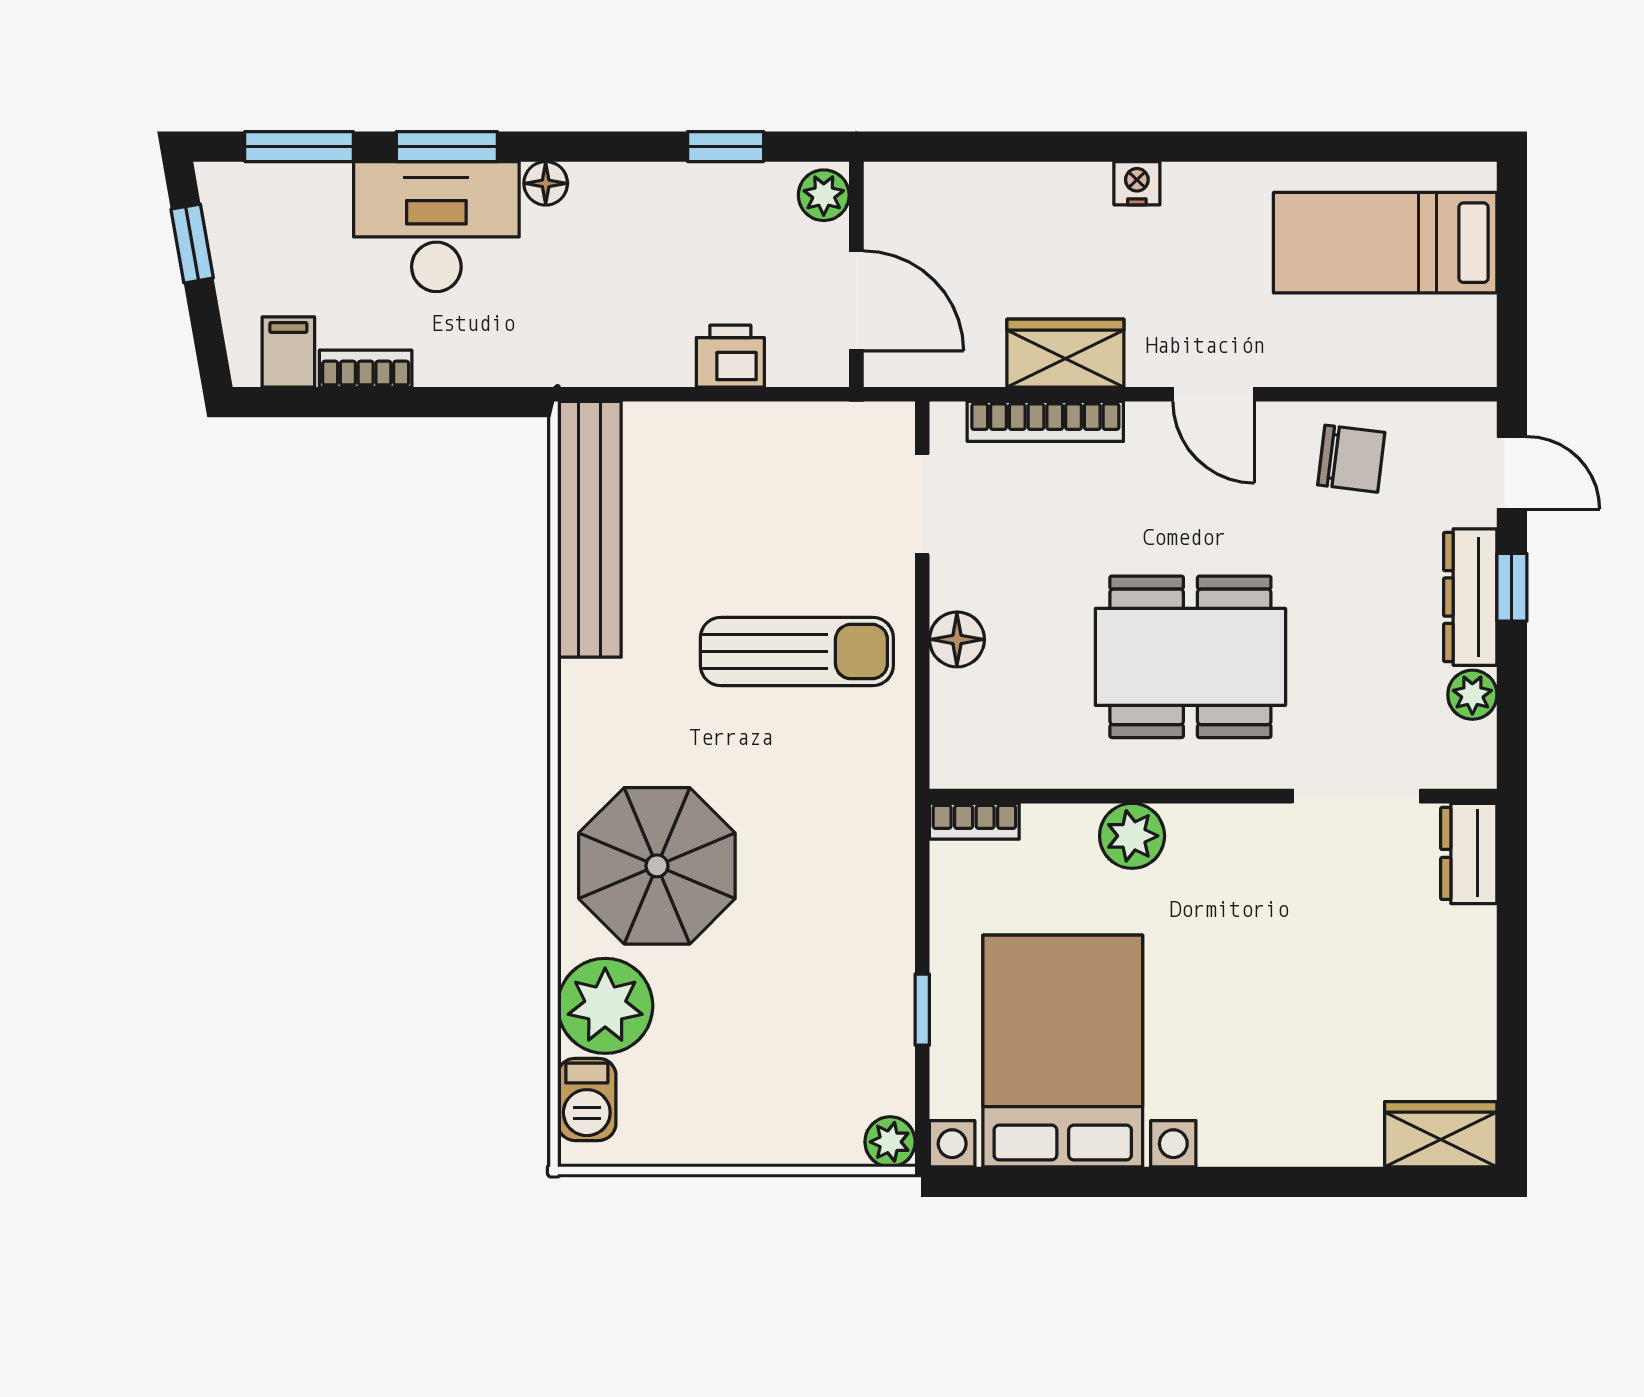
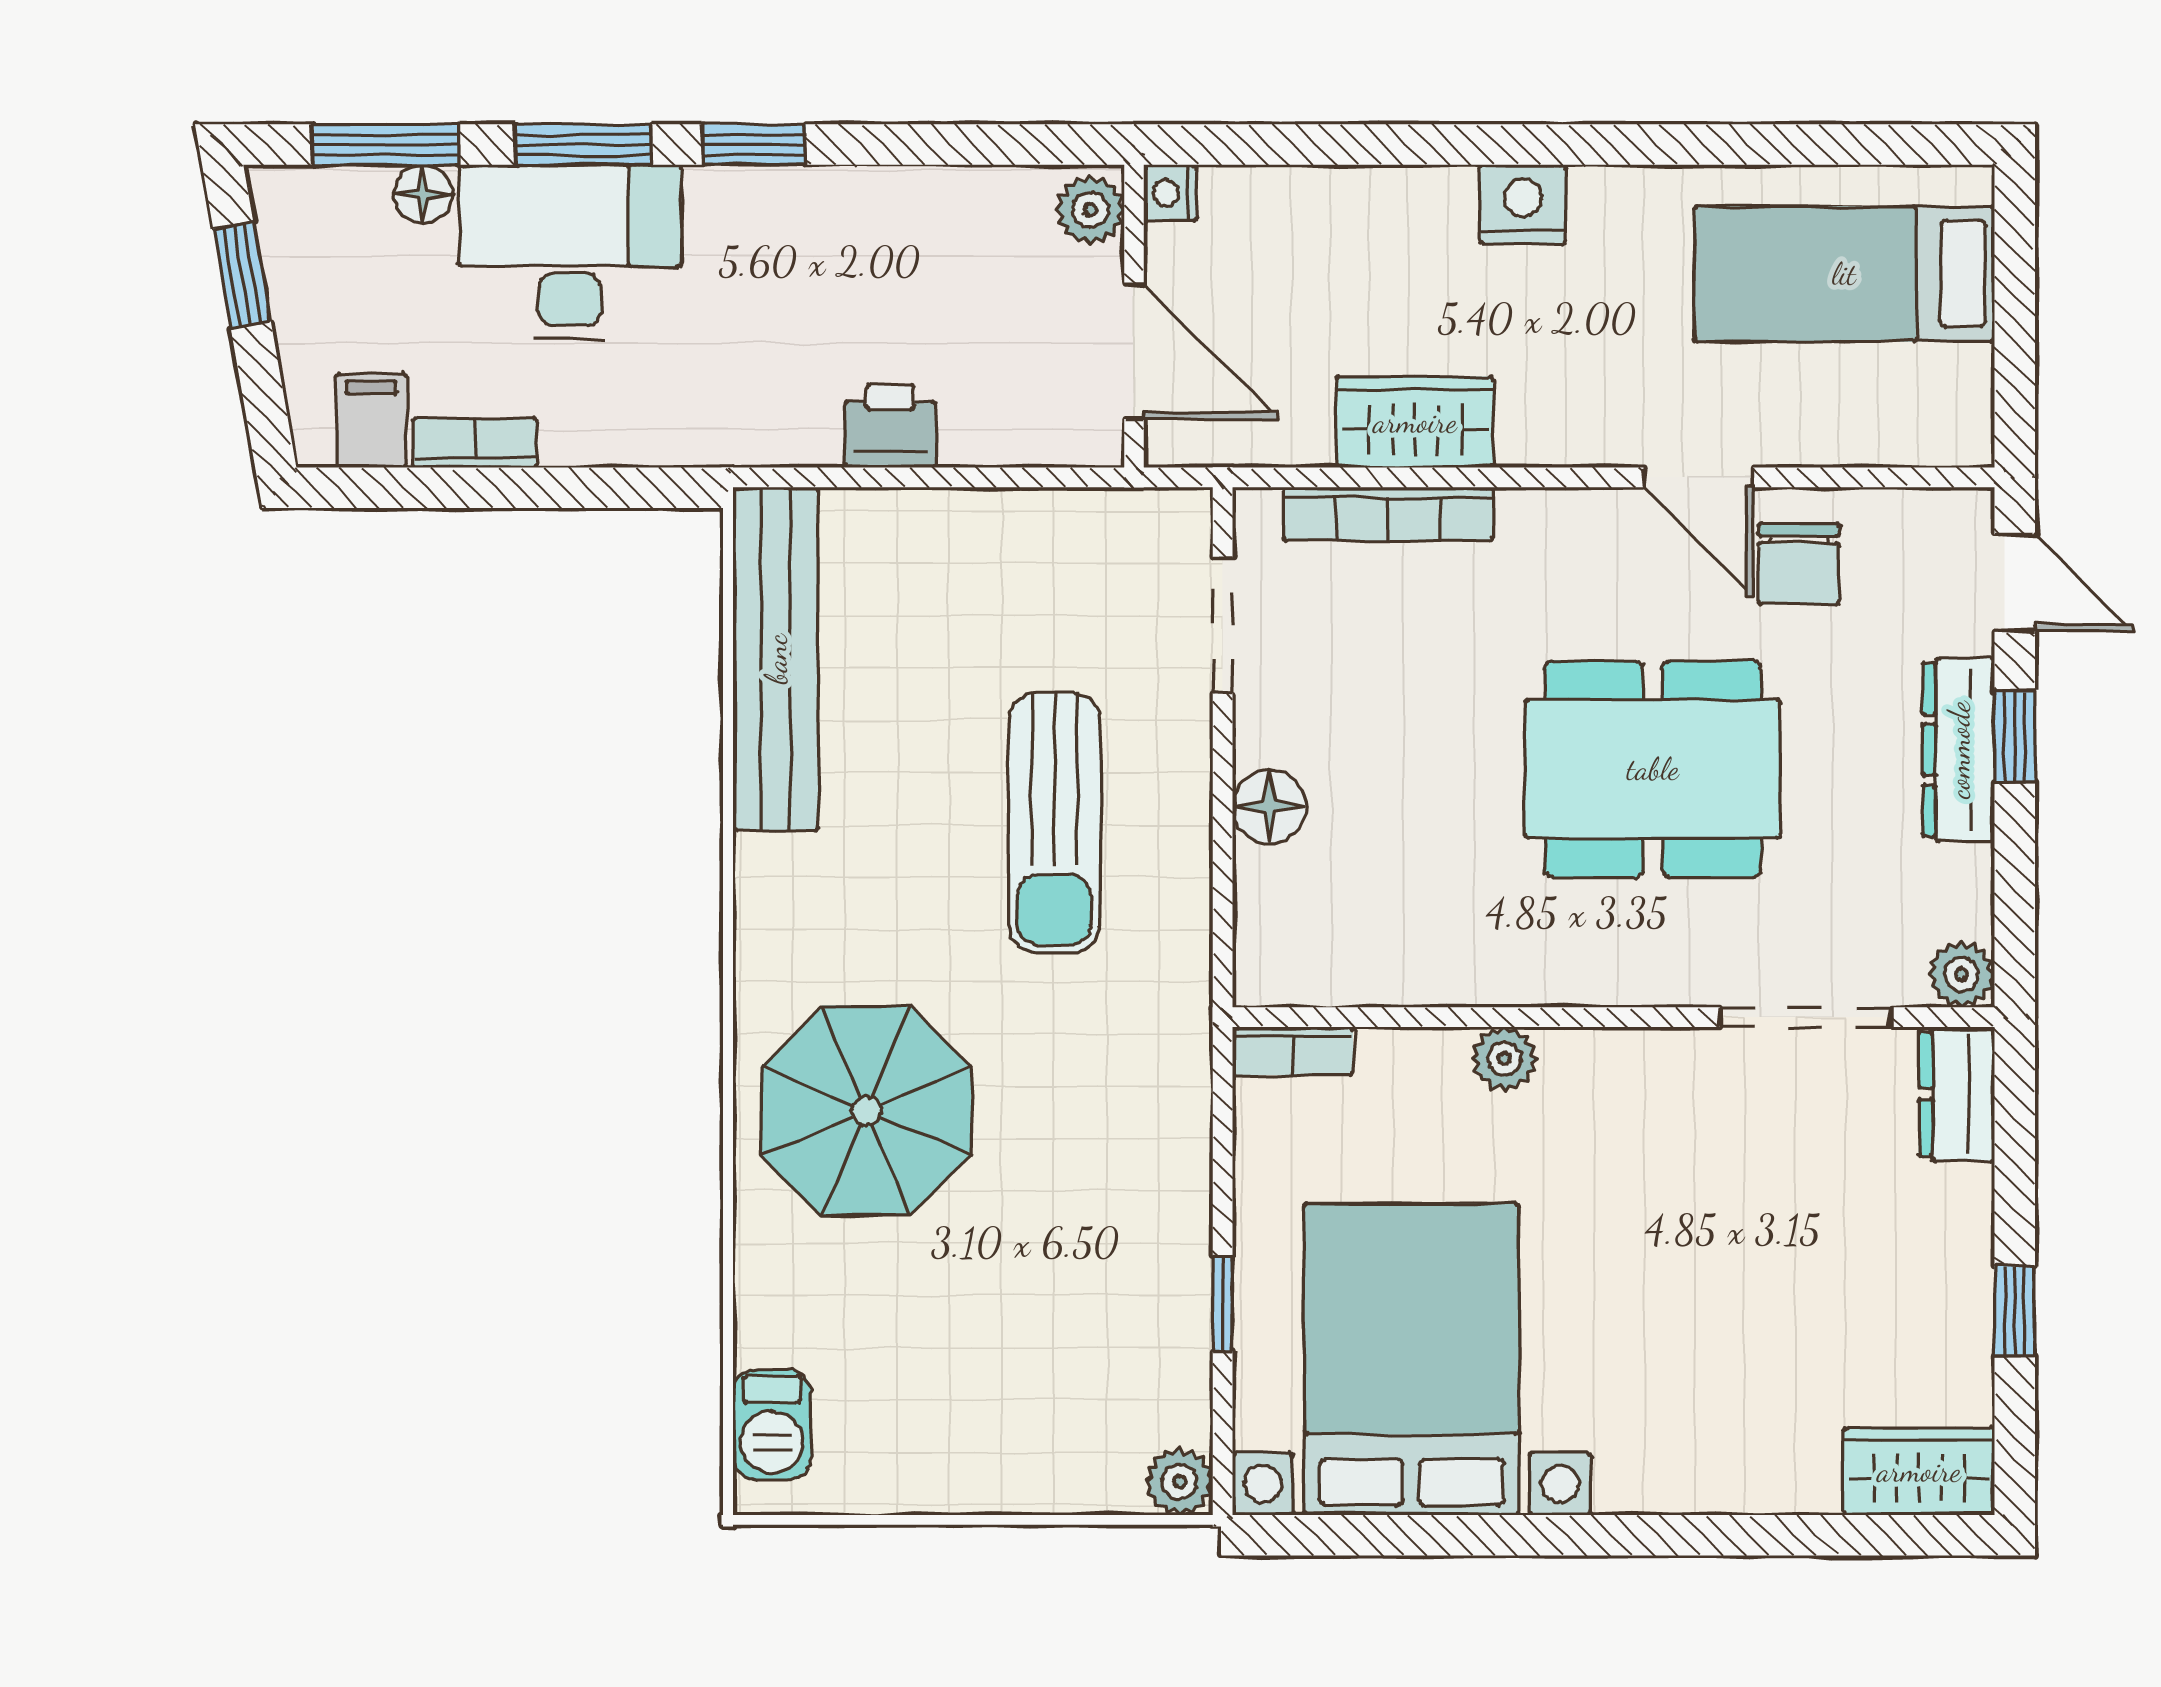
window: (726, 147) -> (754, 145), moved
nightstand: (883, 182) -> (1170, 193), added
floor lamp: (546, 183) -> (423, 194), moved
nightstand: (1137, 183) -> (1523, 204), width x1.39, depth x1.35
printer: (730, 356) -> (890, 426), moved
door: (1214, 394) -> (1698, 477), moved
chair: (1351, 459) -> (1799, 564), turned 83
sun lounger: (797, 652) -> (1054, 823), turned 90
dining table: (1190, 657) -> (1653, 769), moved
plant: (1472, 695) -> (1961, 974), moved
plant: (1132, 836) -> (1504, 1059), width x0.73, depth x0.73
plant: (605, 1006) -> (797, 1299), removed
window: (1512, 1015) -> (2015, 1311), added

